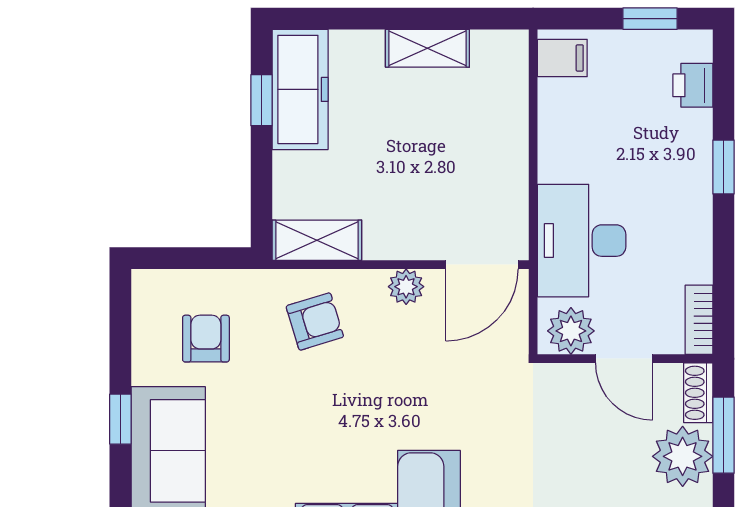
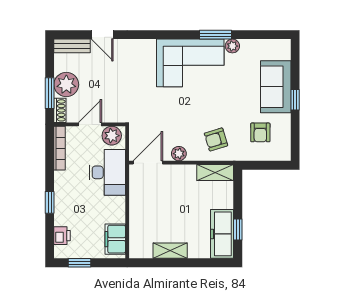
filing cabinet: (562, 58) -> (115, 239), width x2.00
bookcase: (699, 320) -> (60, 148), width x1.56
door: (624, 359) -> (90, 124), hinge flipped

